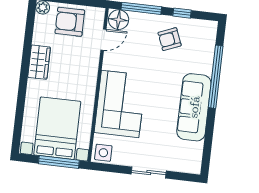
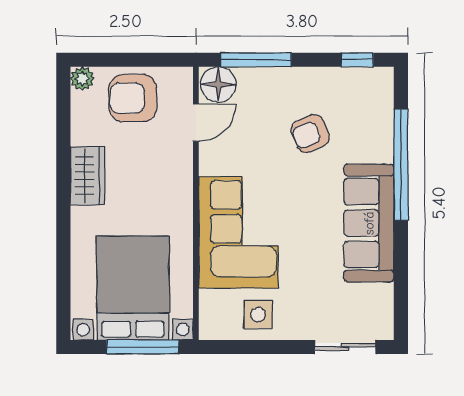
window: (182, 13) -> (357, 60), moved
armchair: (170, 39) -> (310, 134), moved
side table: (103, 153) -> (258, 315), moved
sliding door: (149, 173) -> (345, 347), moved

